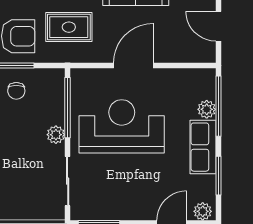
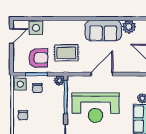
reception desk: (122, 126) -> (96, 108), turned 180
plant: (56, 135) -> (59, 81), moved

